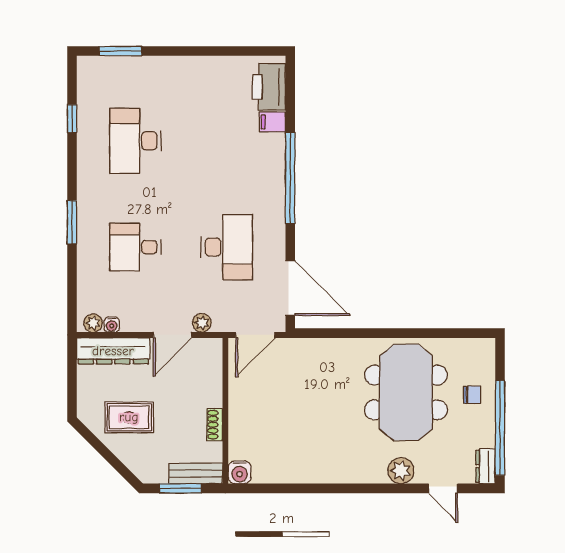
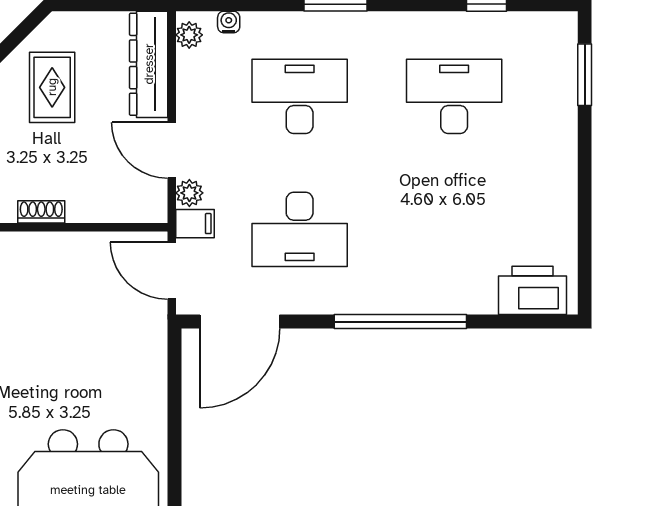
filing cabinet: (272, 122) -> (195, 224), moved, turned 90
desk: (135, 247) -> (300, 96), width x1.37
water cooler: (112, 325) -> (229, 22), moved, turned 90

